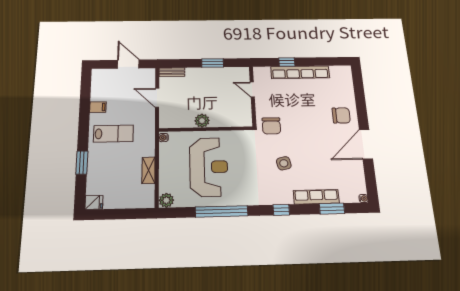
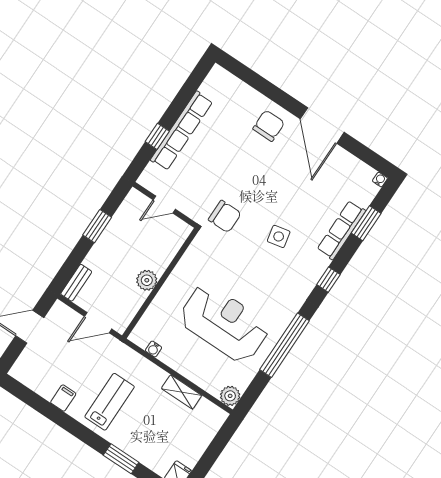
plant: (202, 121) -> (147, 280), moved
wall: (206, 129) -> (160, 283), moved

